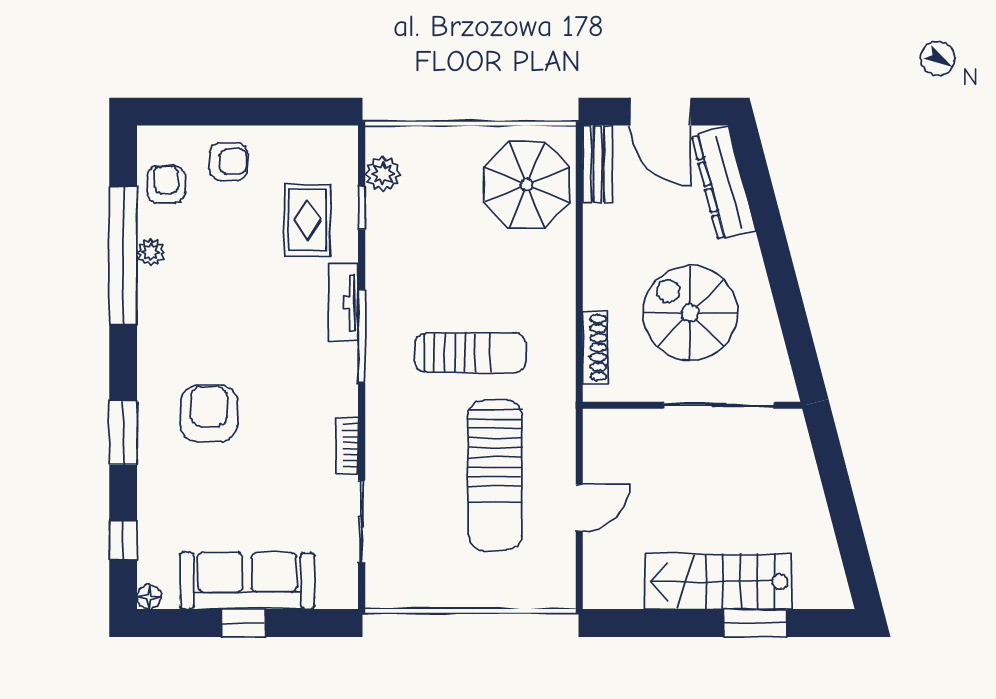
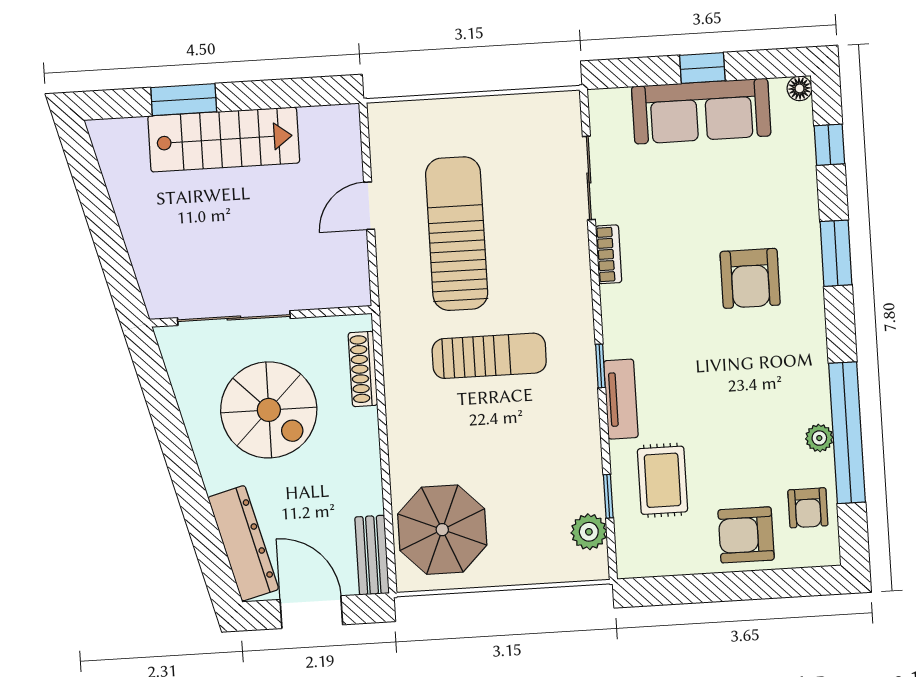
armchair: (228, 161) -> (746, 535), width x1.38, depth x1.38
window: (362, 336) -> (600, 366), width x0.46
sun lounger: (470, 353) -> (489, 356), turned 180

